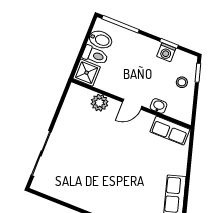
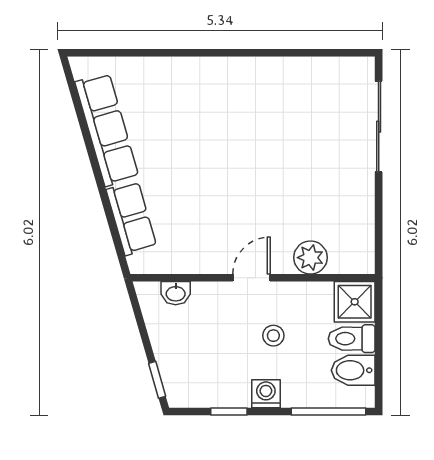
washing machine: (166, 52) -> (266, 394), moved
stool: (182, 82) -> (273, 336), moved
washbasin: (159, 106) -> (176, 293), moved
row of seats: (170, 131) -> (131, 218), moved, turned 74

